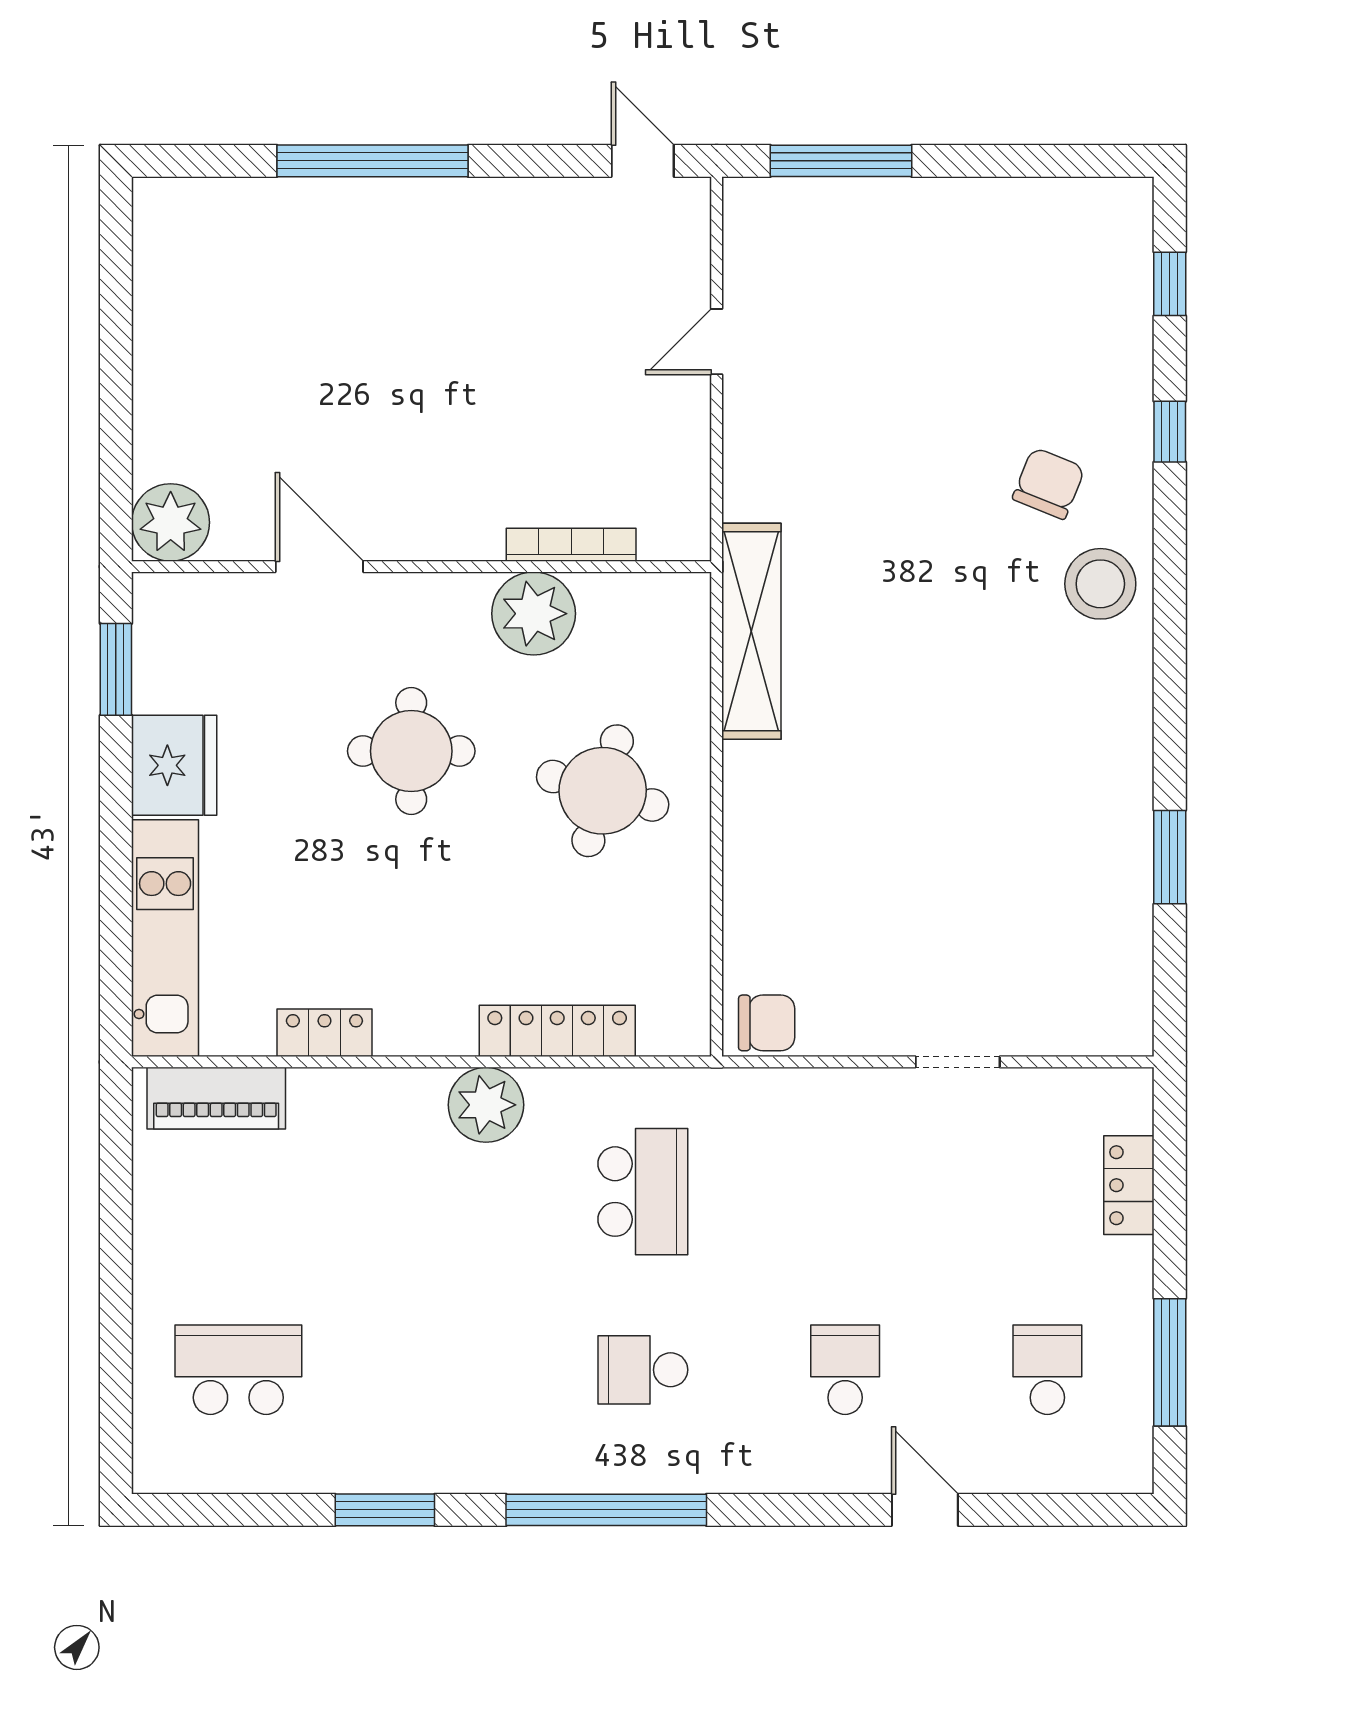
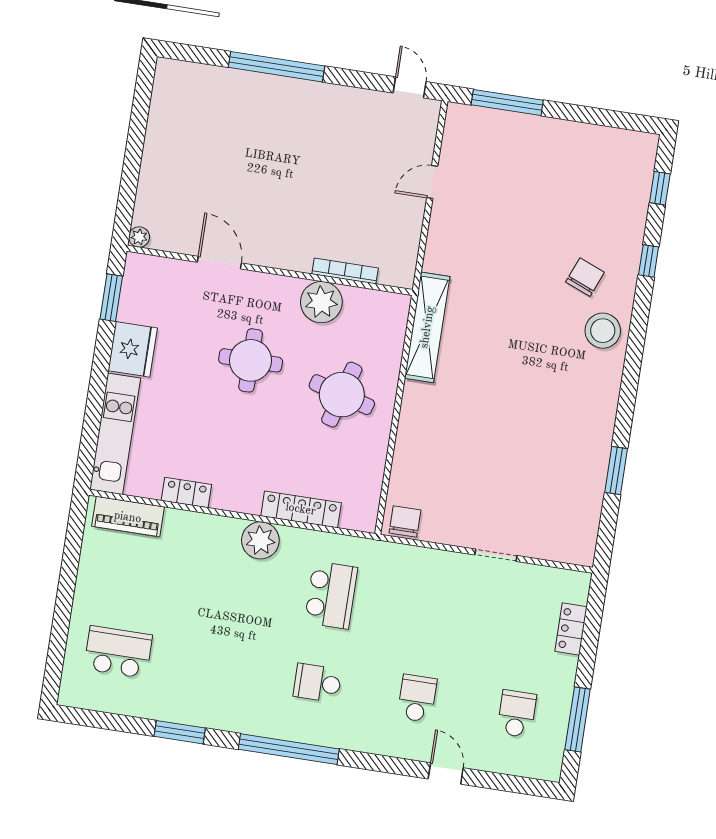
plant: (171, 522) -> (139, 237), width x0.53, depth x0.53
chair: (767, 1023) -> (405, 521), turned -90

